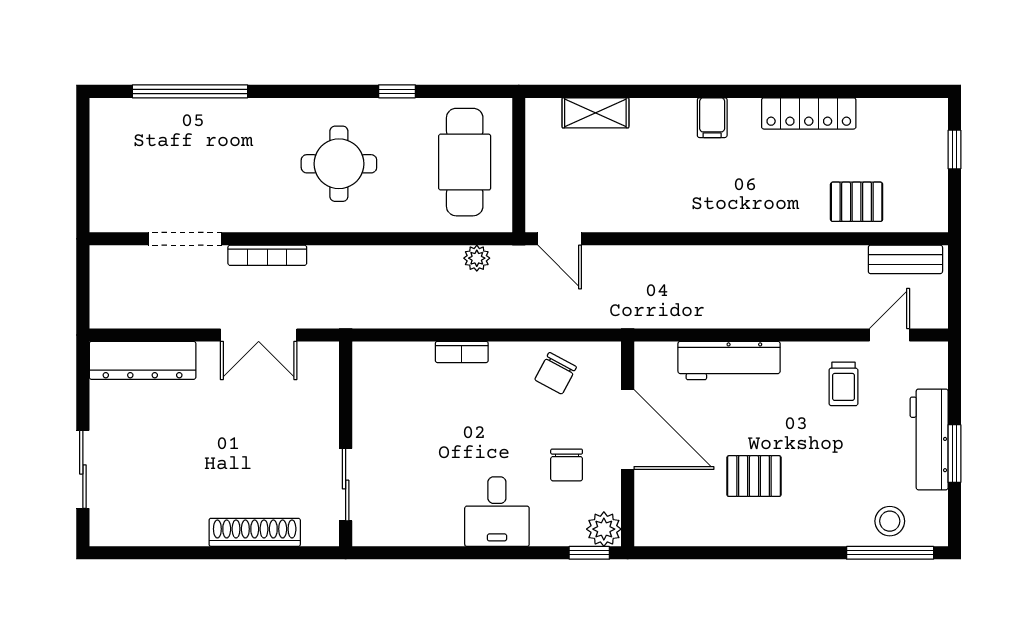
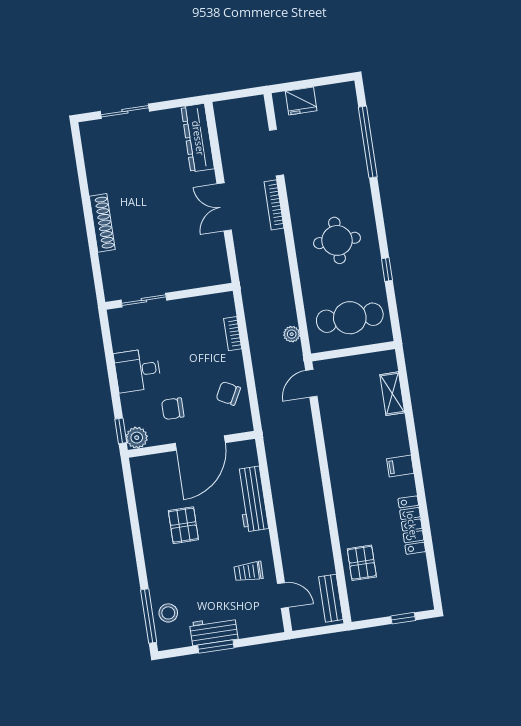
fridge: (109, 187) -> (301, 101), added
workbench: (929, 439) -> (214, 631), width x0.73
wall: (346, 444) -> (169, 296), moved
sliding door: (346, 485) -> (144, 300), moved

